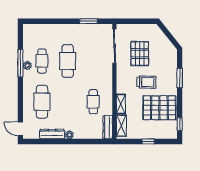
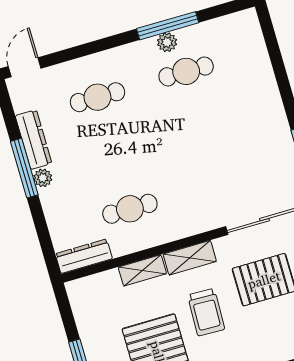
cafe table: (68, 61) -> (202, 127), removed
cafe table: (42, 102) -> (97, 97), width x0.73, depth x0.74
shelving: (121, 126) -> (190, 258), moved
window: (63, 141) -> (24, 168), added

